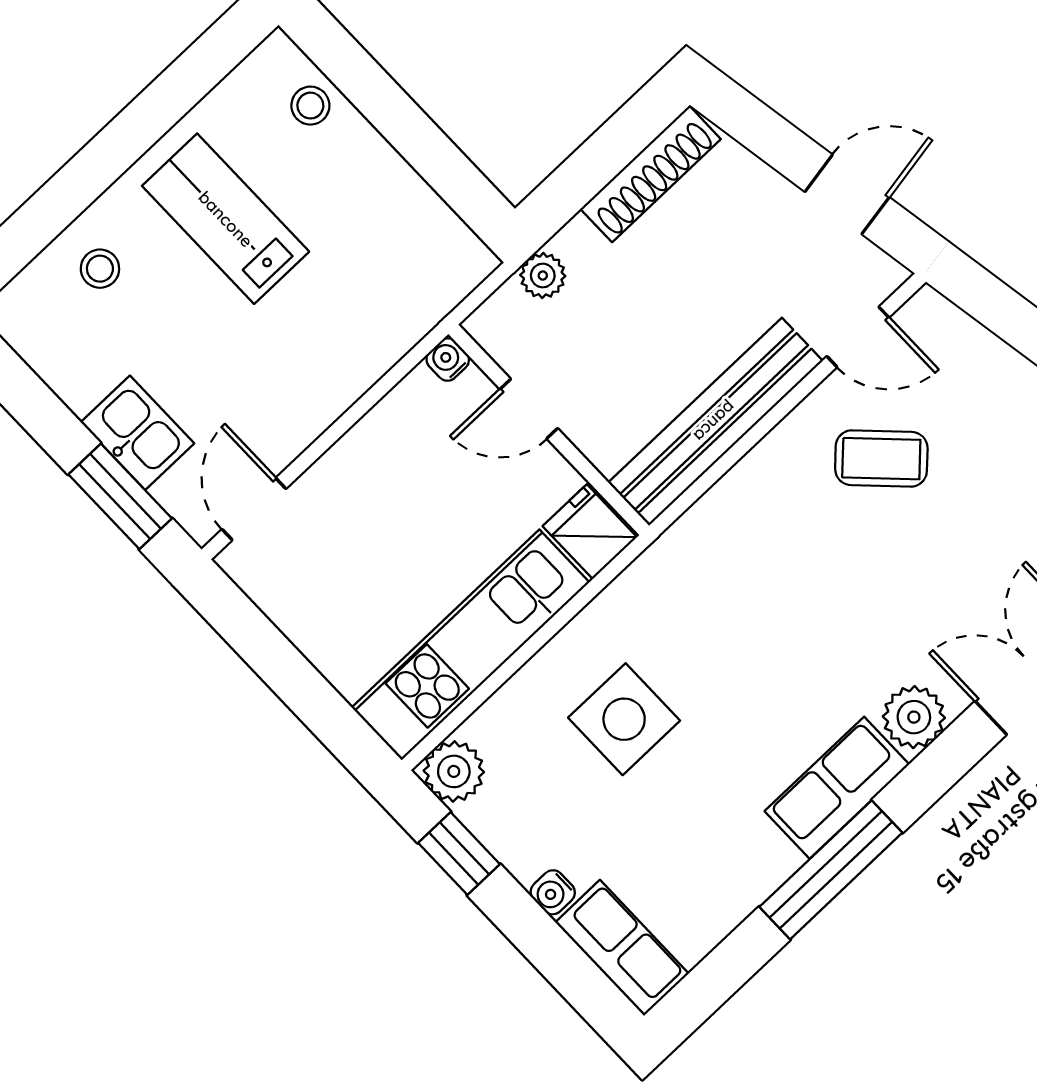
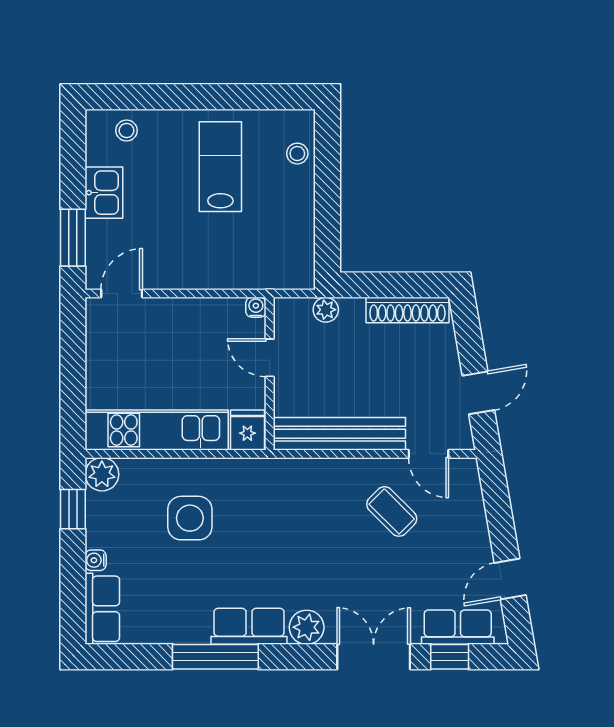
door: (847, 194) -> (478, 393), hinge flipped
stool: (100, 269) -> (127, 130), moved
kitchen sink: (137, 433) -> (104, 193), moved

